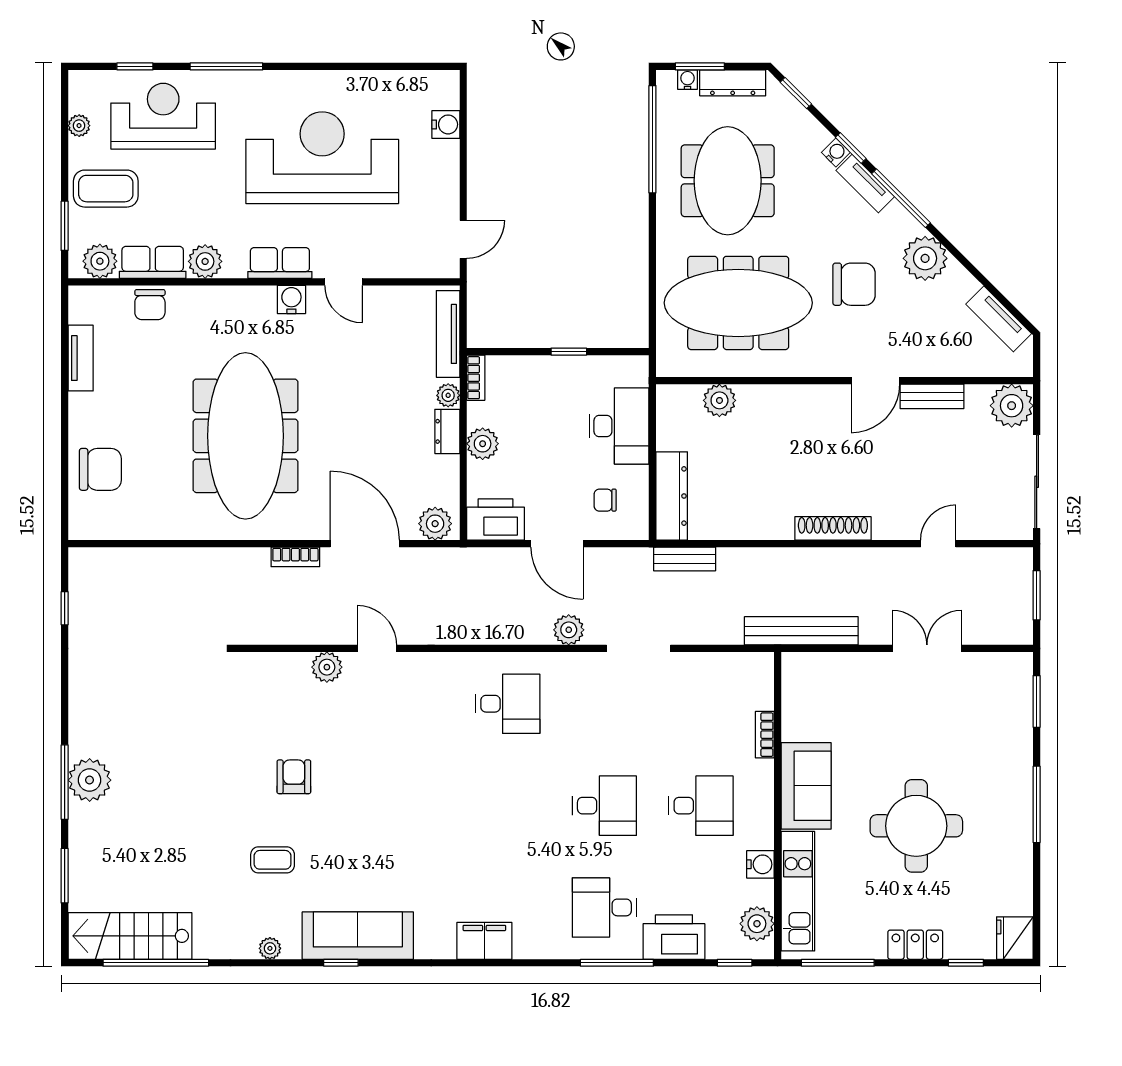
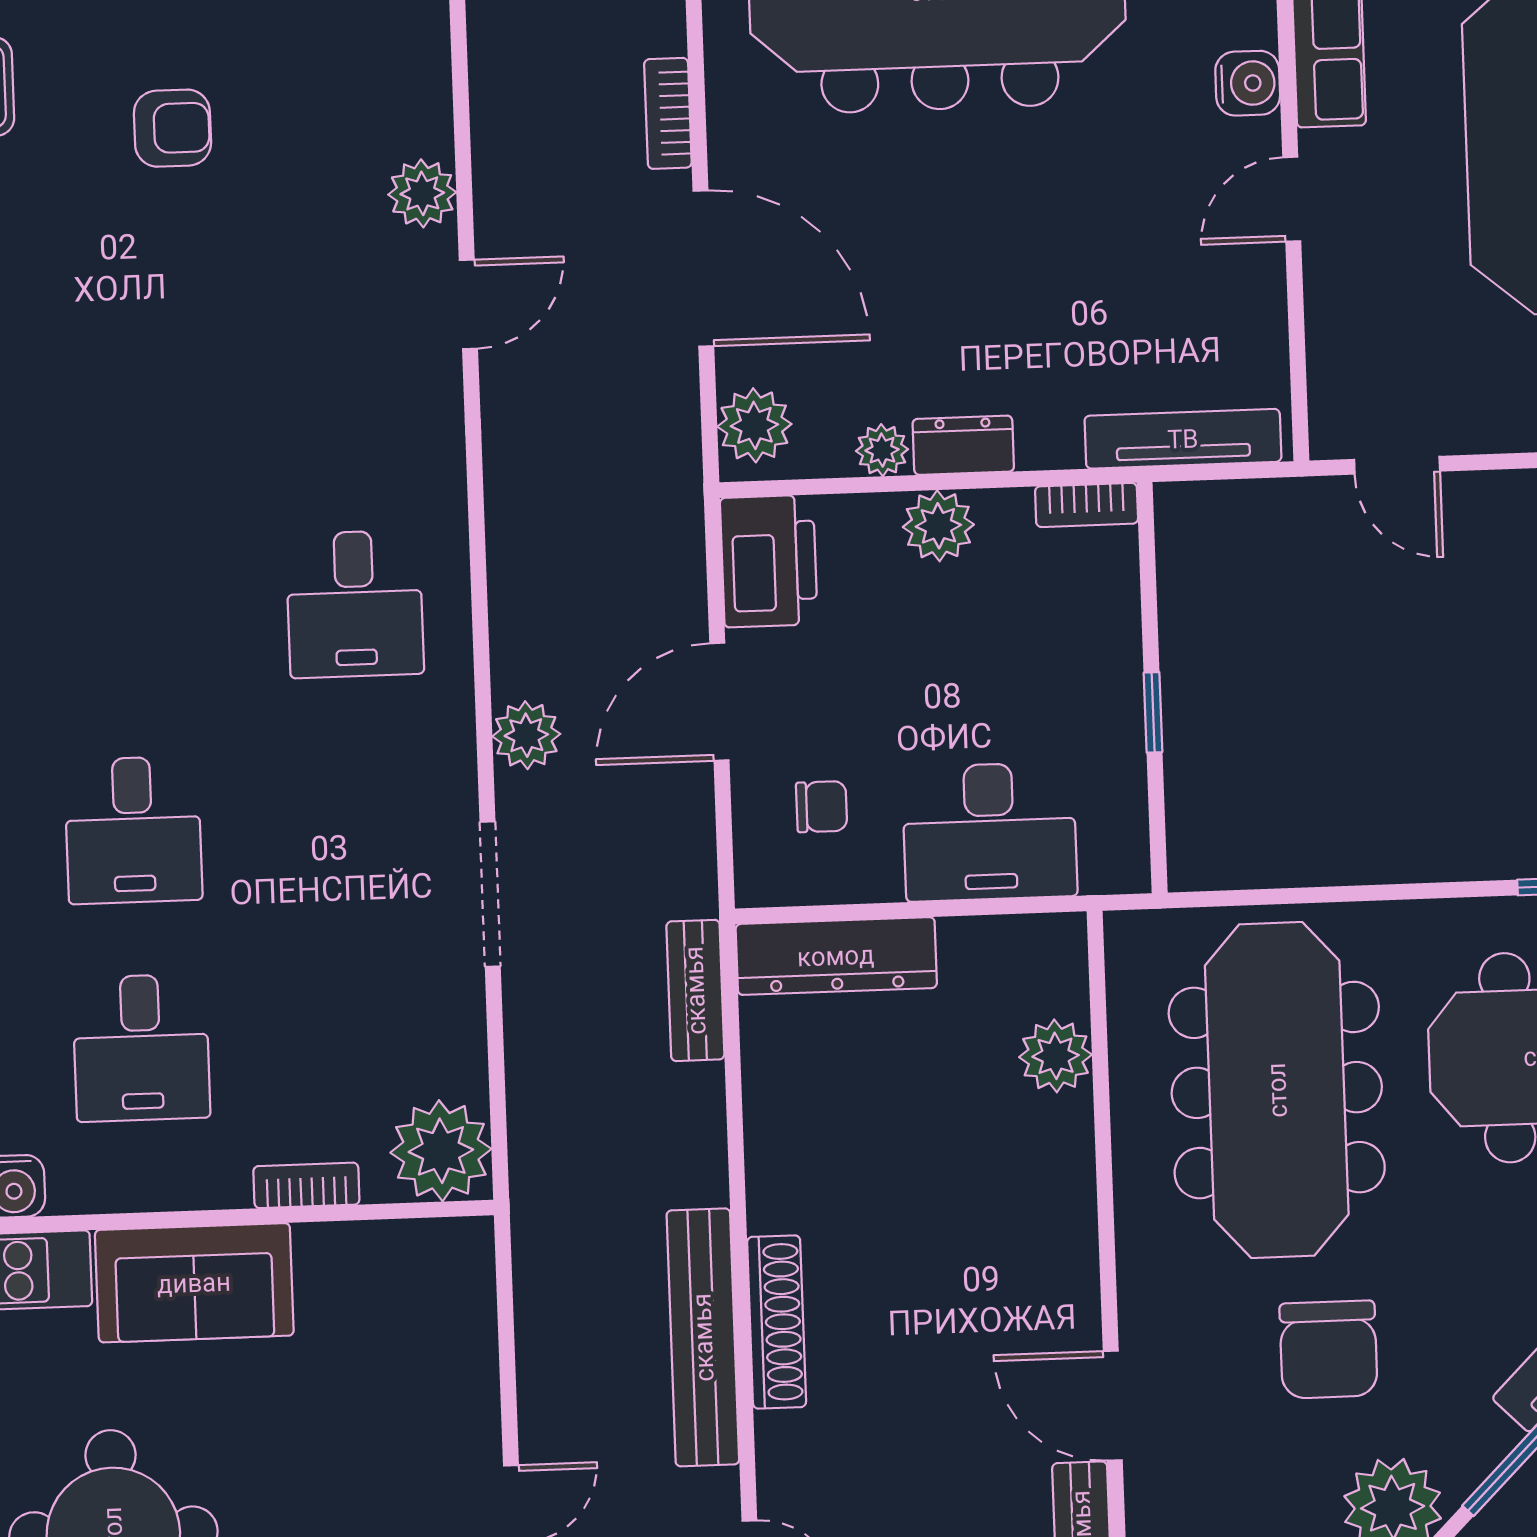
plant: (448, 395) -> (882, 450), moved
chair: (605, 500) -> (822, 807), turned 90
door: (365, 544) -> (703, 268), hinge flipped
bench: (801, 631) -> (703, 1337), moved
plant: (752, 674) -> (441, 1151), added

